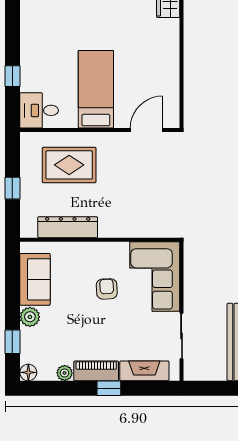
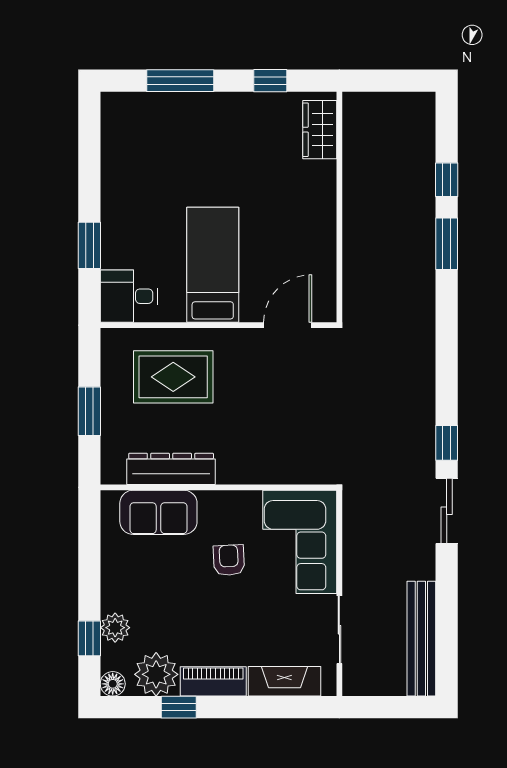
window: (12, 76) -> (89, 245), width x1.50
window: (12, 188) -> (89, 411), width x1.50
sofa: (35, 279) -> (158, 512), moved, turned 90
plant: (30, 317) -> (115, 628), moved
plant: (65, 373) -> (156, 674), width x1.88, depth x1.88
window: (109, 388) -> (179, 707), moved

